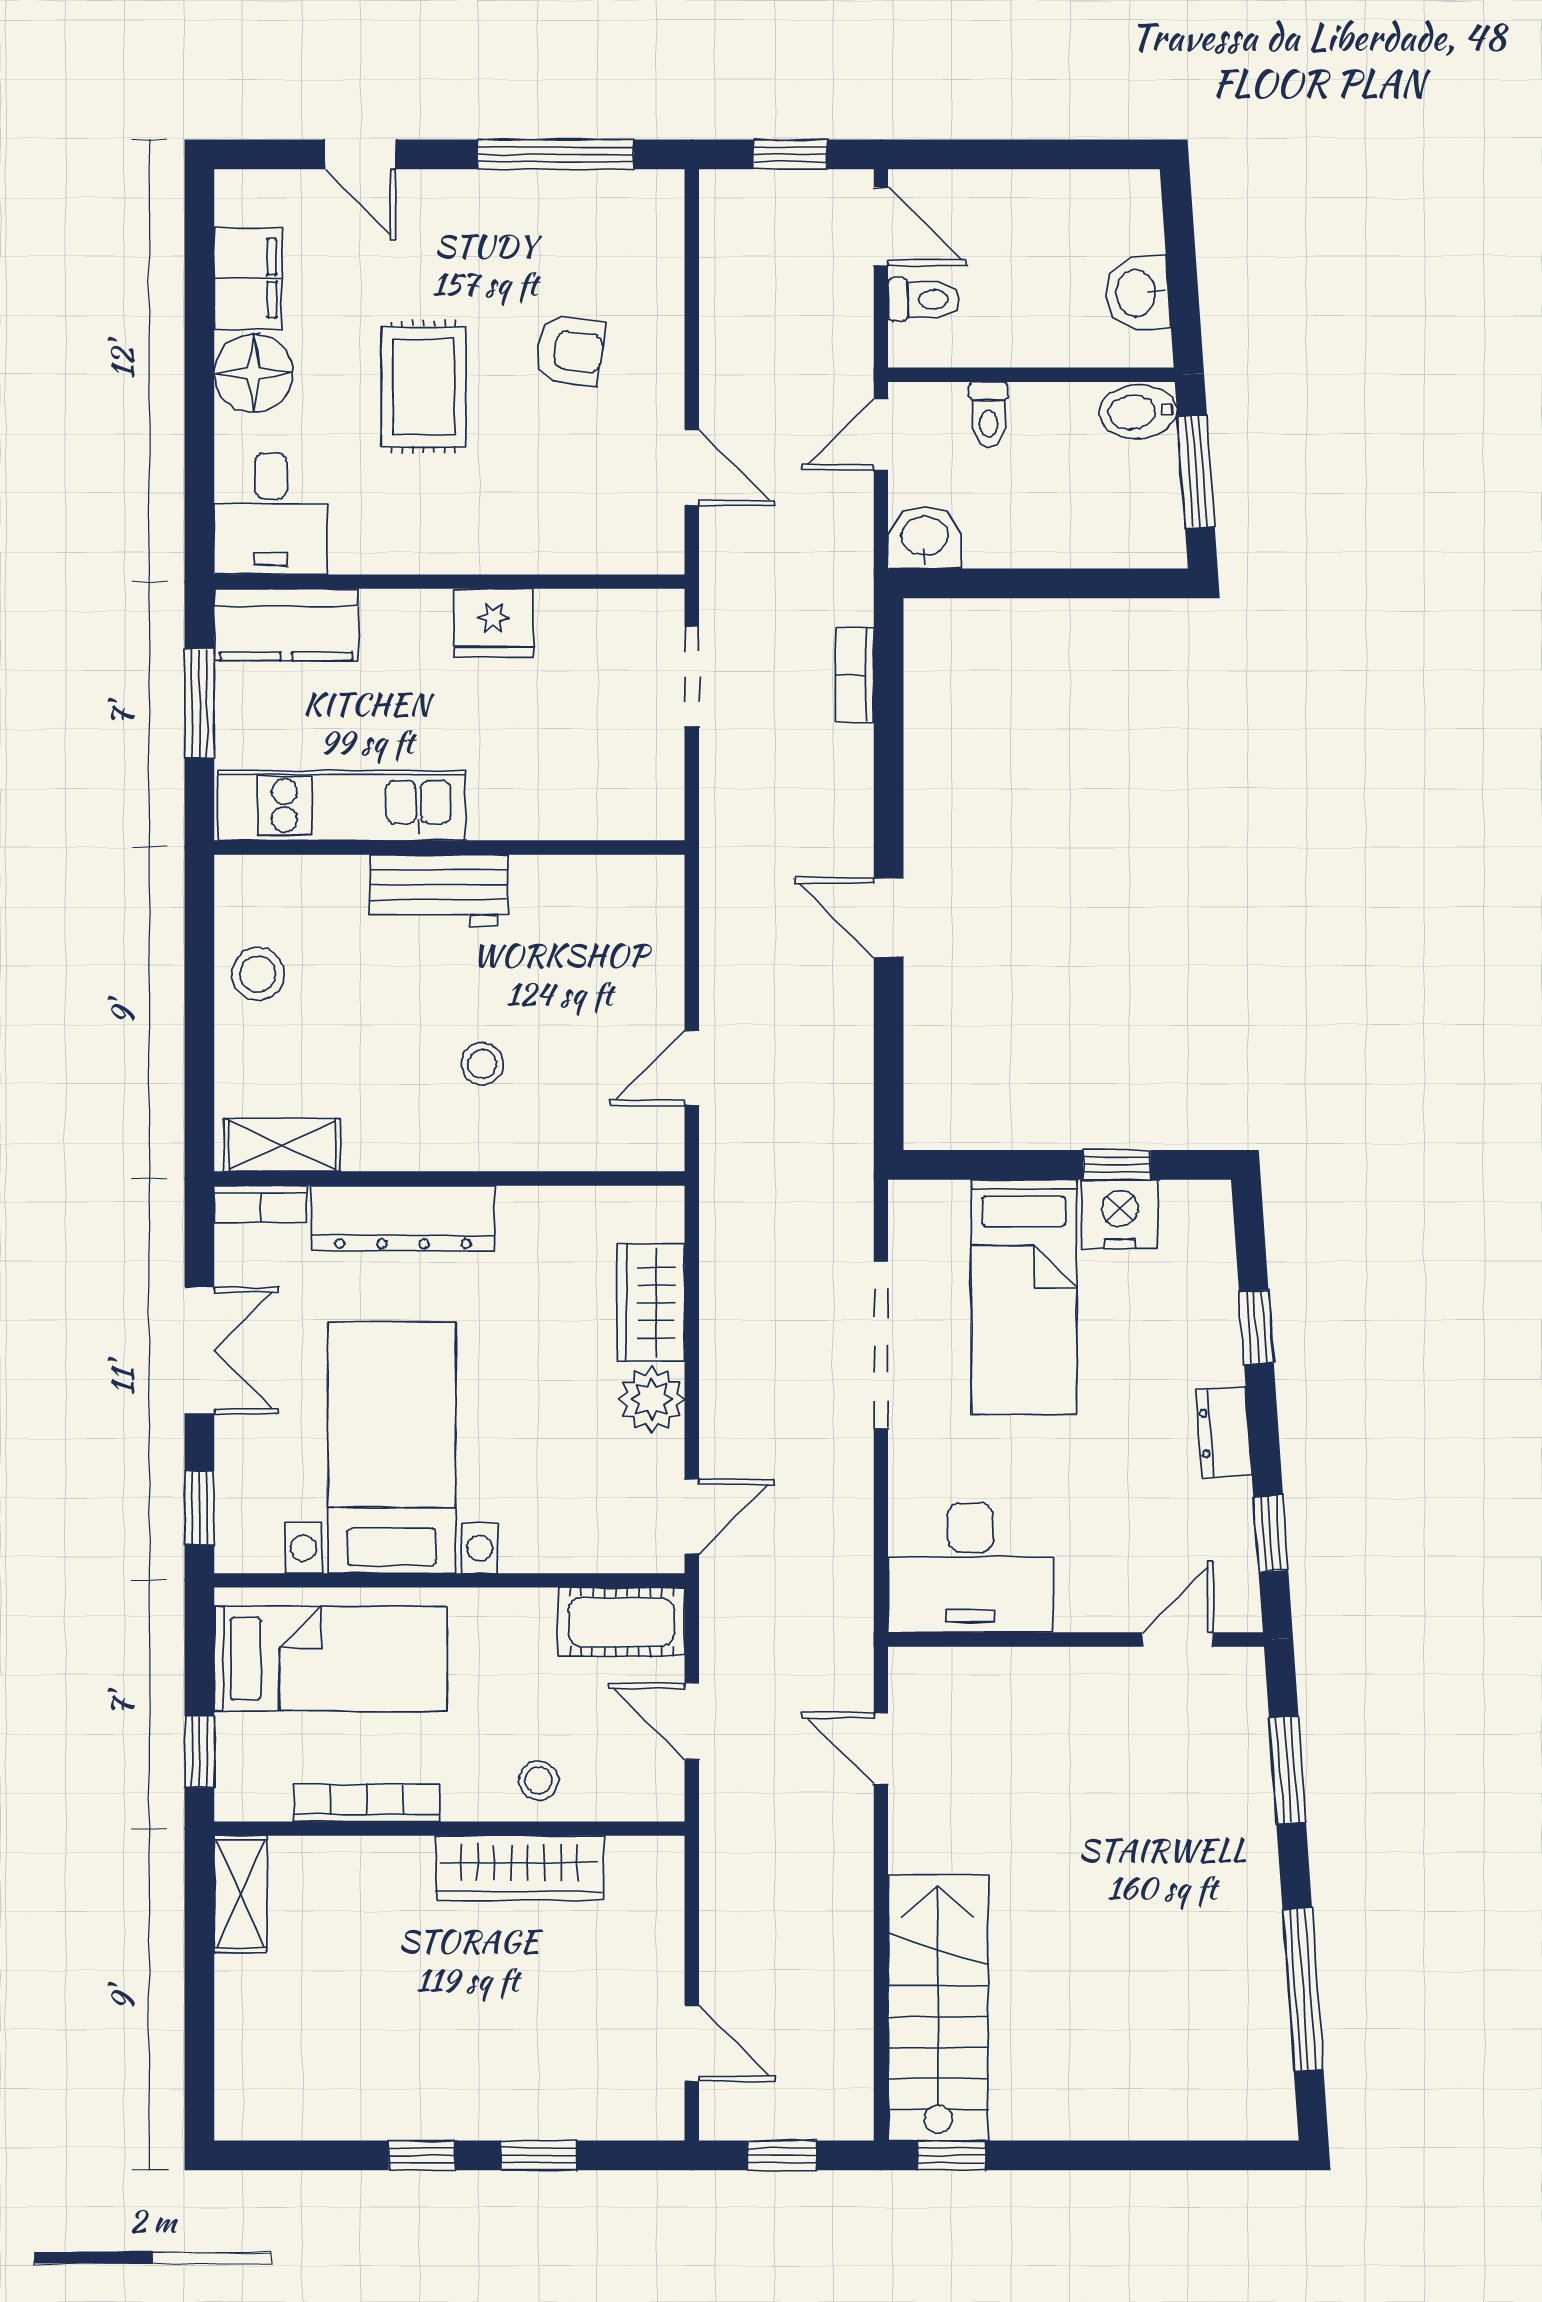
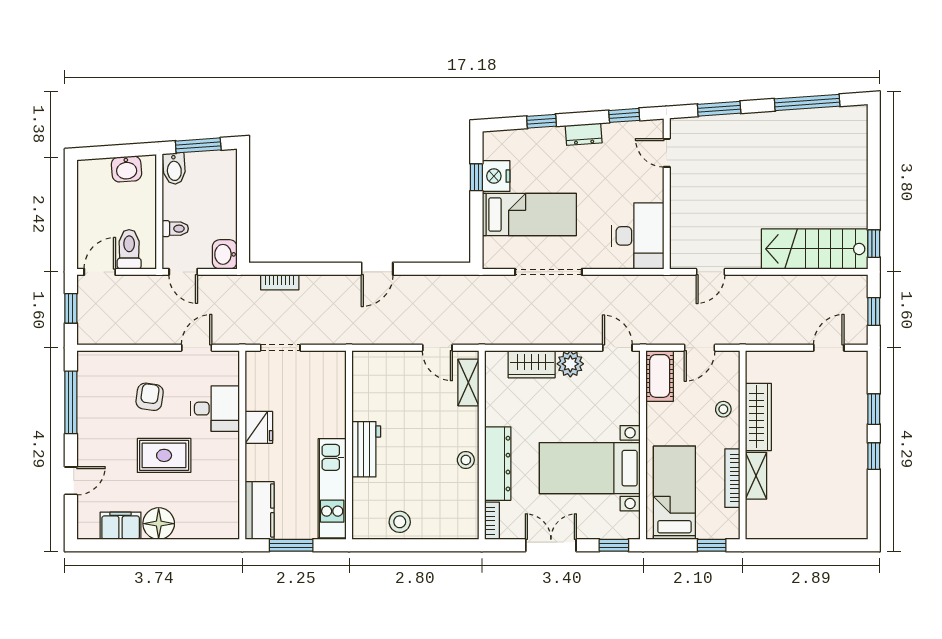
toilet: (923, 300) -> (129, 249), width x1.37, depth x1.39
desk: (271, 514) -> (215, 409), moved
stool: (482, 1064) -> (466, 460), moved
shelving: (282, 1145) -> (468, 382), moved
shelving: (240, 1894) -> (756, 476), moved, turned 90

